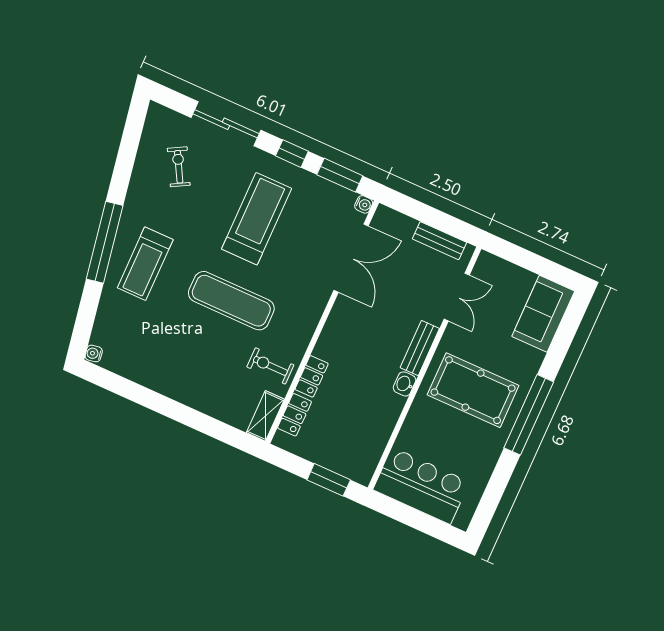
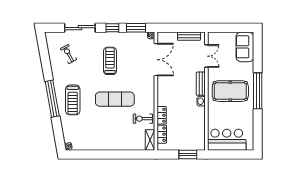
treadmill: (257, 219) -> (110, 61), width x0.73, depth x0.73

